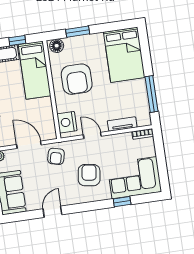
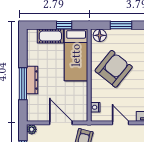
armchair: (77, 79) -> (114, 69), turned -141
nightstand: (67, 122) -> (95, 107), width x0.53, depth x0.56

